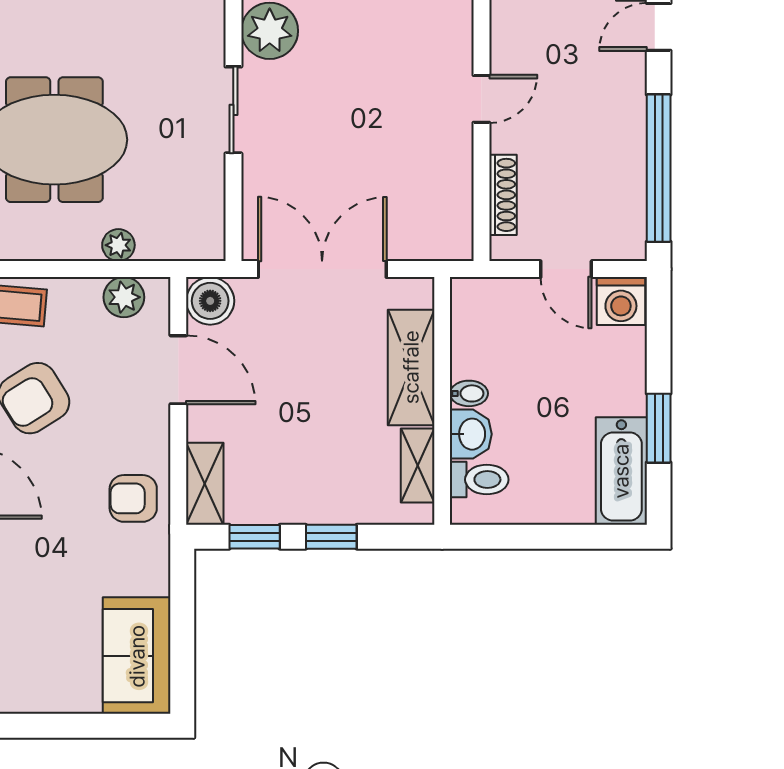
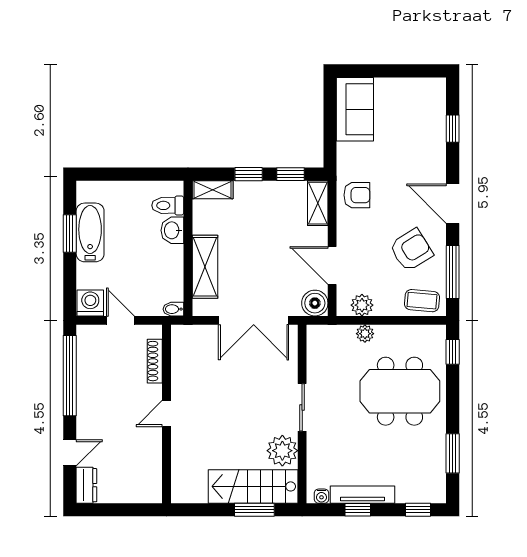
bidet: (469, 393) -> (173, 309), moved
shelving: (418, 465) -> (213, 190), moved, turned 90
bathtub: (621, 471) -> (90, 232), moved

